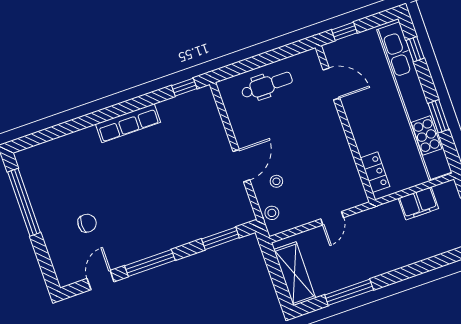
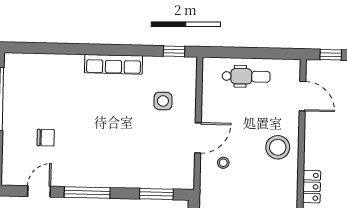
side table: (192, 142) -> (163, 101), added
stool: (272, 213) -> (278, 147), moved, width x1.89, depth x1.89

